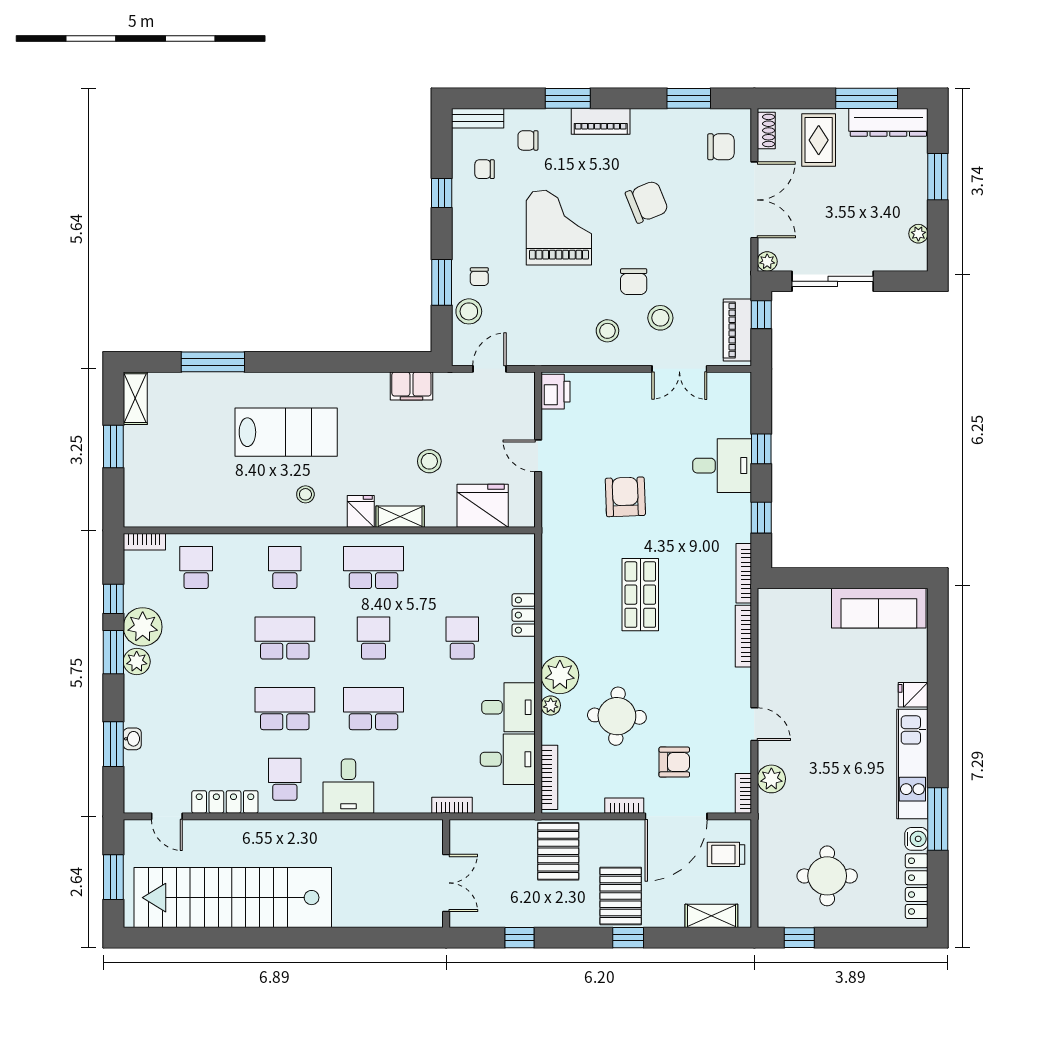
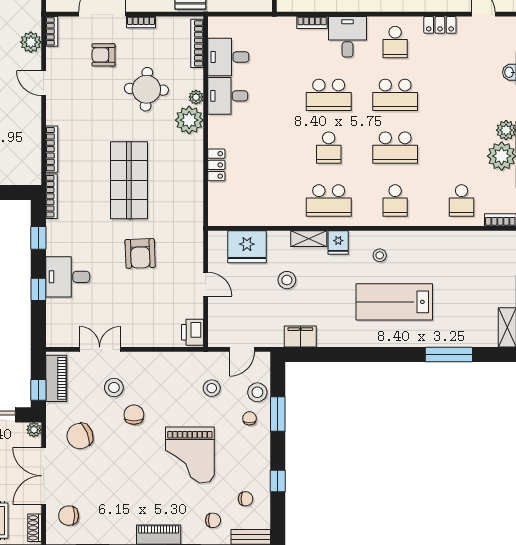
chair: (647, 202) -> (80, 436), moved
stool: (607, 331) -> (212, 388), moved
shop shelf: (640, 595) -> (129, 180), width x1.43, depth x1.36
school desk: (462, 638) -> (262, 148), removed
locker: (225, 802) -> (440, 25), width x0.66
bookcase: (452, 805) -> (312, 22), moved

